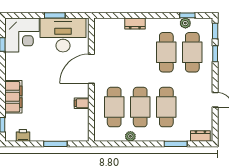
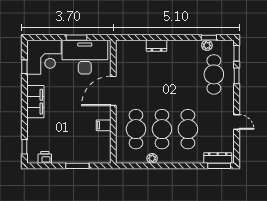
cafe table: (166, 52) -> (188, 74), removed
filing cabinet: (13, 97) -> (35, 102), moved
dresser: (200, 136) -> (218, 158), width x1.44
window: (176, 144) -> (219, 166), moved

